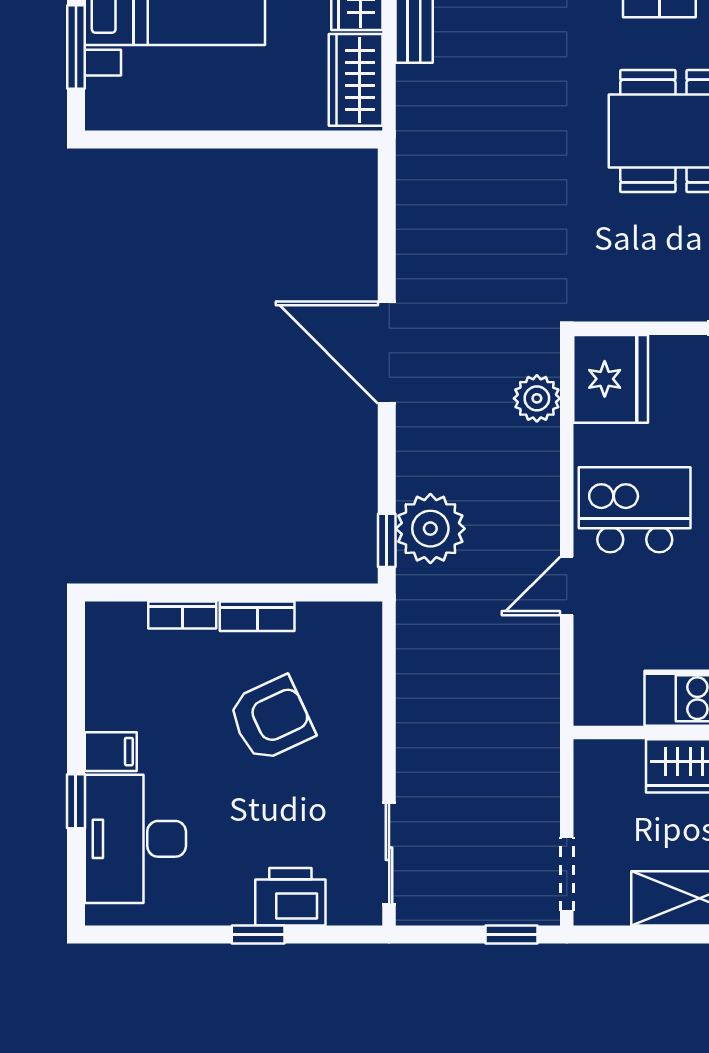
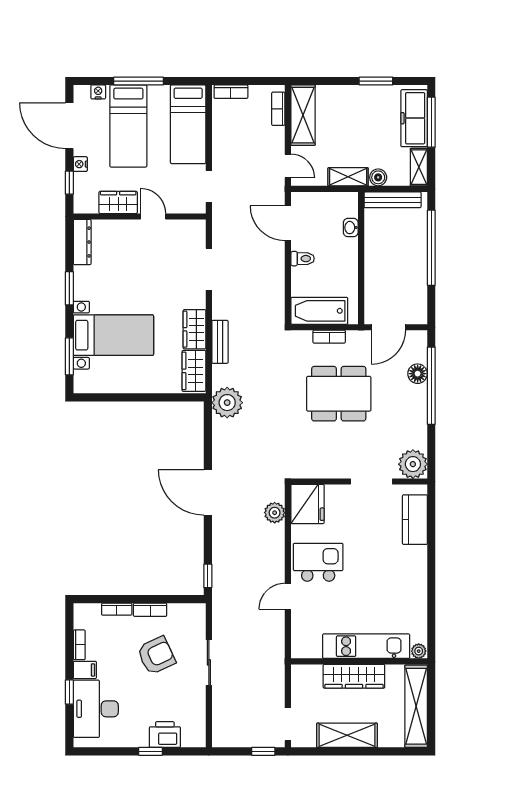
plant: (430, 529) -> (227, 403), moved
bookcase: (98, 695) -> (79, 645), added
sliding door: (389, 854) -> (209, 662), moved

